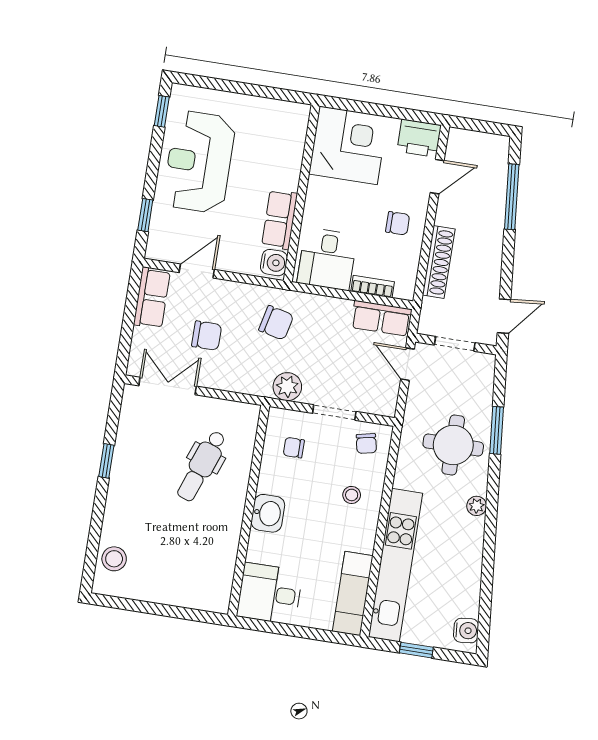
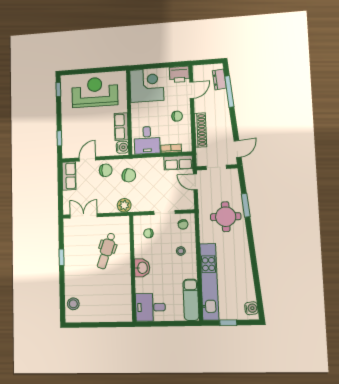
reception desk: (199, 162) -> (95, 92), moved, turned 90
dresser: (497, 168) -> (219, 79), added
chair: (207, 336) -> (106, 170), moved
plant: (287, 387) -> (124, 205), moved
plant: (477, 506) -> (244, 245), removed

